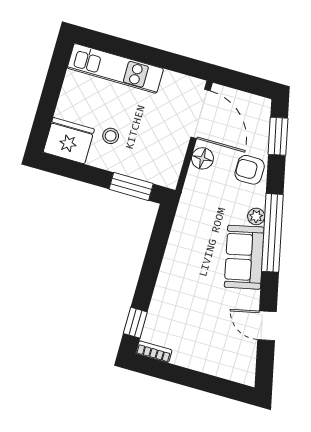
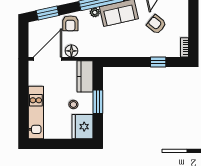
kitchen counter: (153, 169) -> (85, 76), added
window: (131, 186) -> (98, 102), moved
armchair: (206, 315) -> (156, 24), added
window: (135, 323) -> (158, 62), moved

